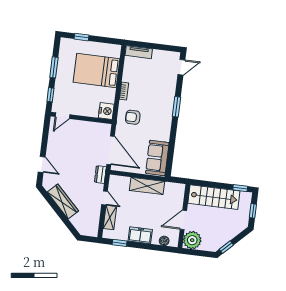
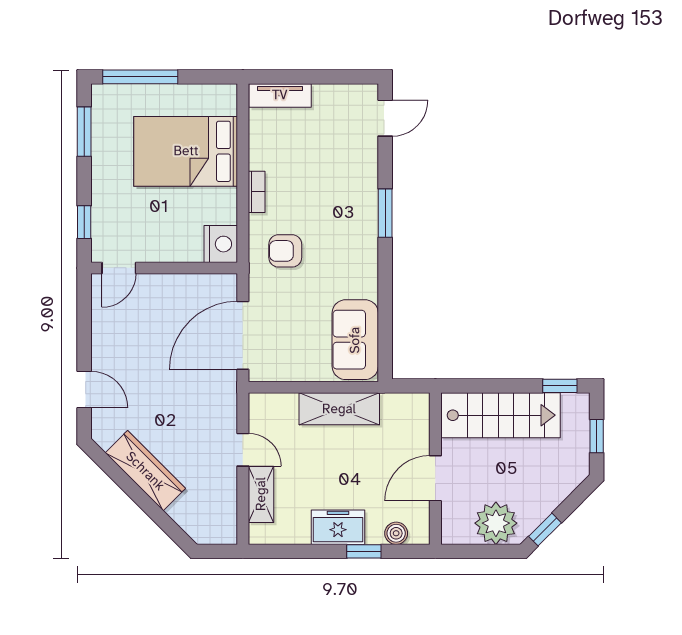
window: (81, 37) -> (140, 77), width x2.17
window: (54, 67) -> (84, 132), moved
door: (111, 150) -> (243, 335), swing flipped
dresser: (100, 175) -> (226, 396), removed
plant: (192, 240) -> (496, 523), moved
window: (120, 243) -> (364, 551), moved

